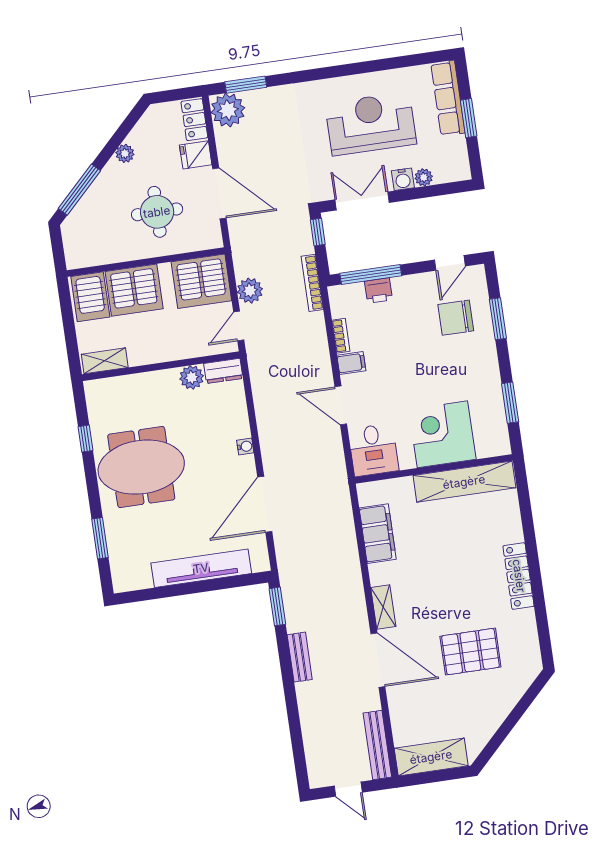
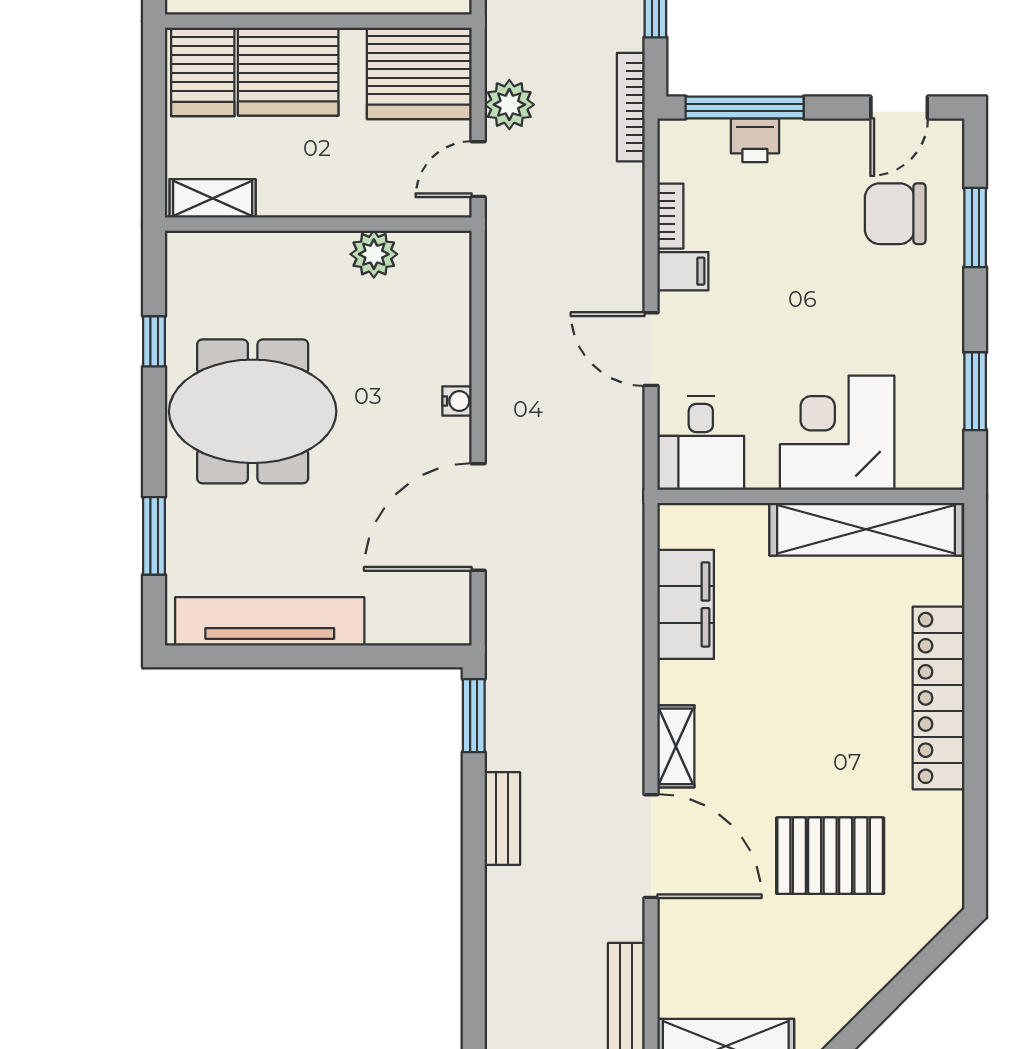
dresser: (223, 371) -> (436, 251), removed
tv unit: (201, 568) -> (270, 621), moved
locker: (519, 576) -> (938, 698), width x1.41, depth x1.21

